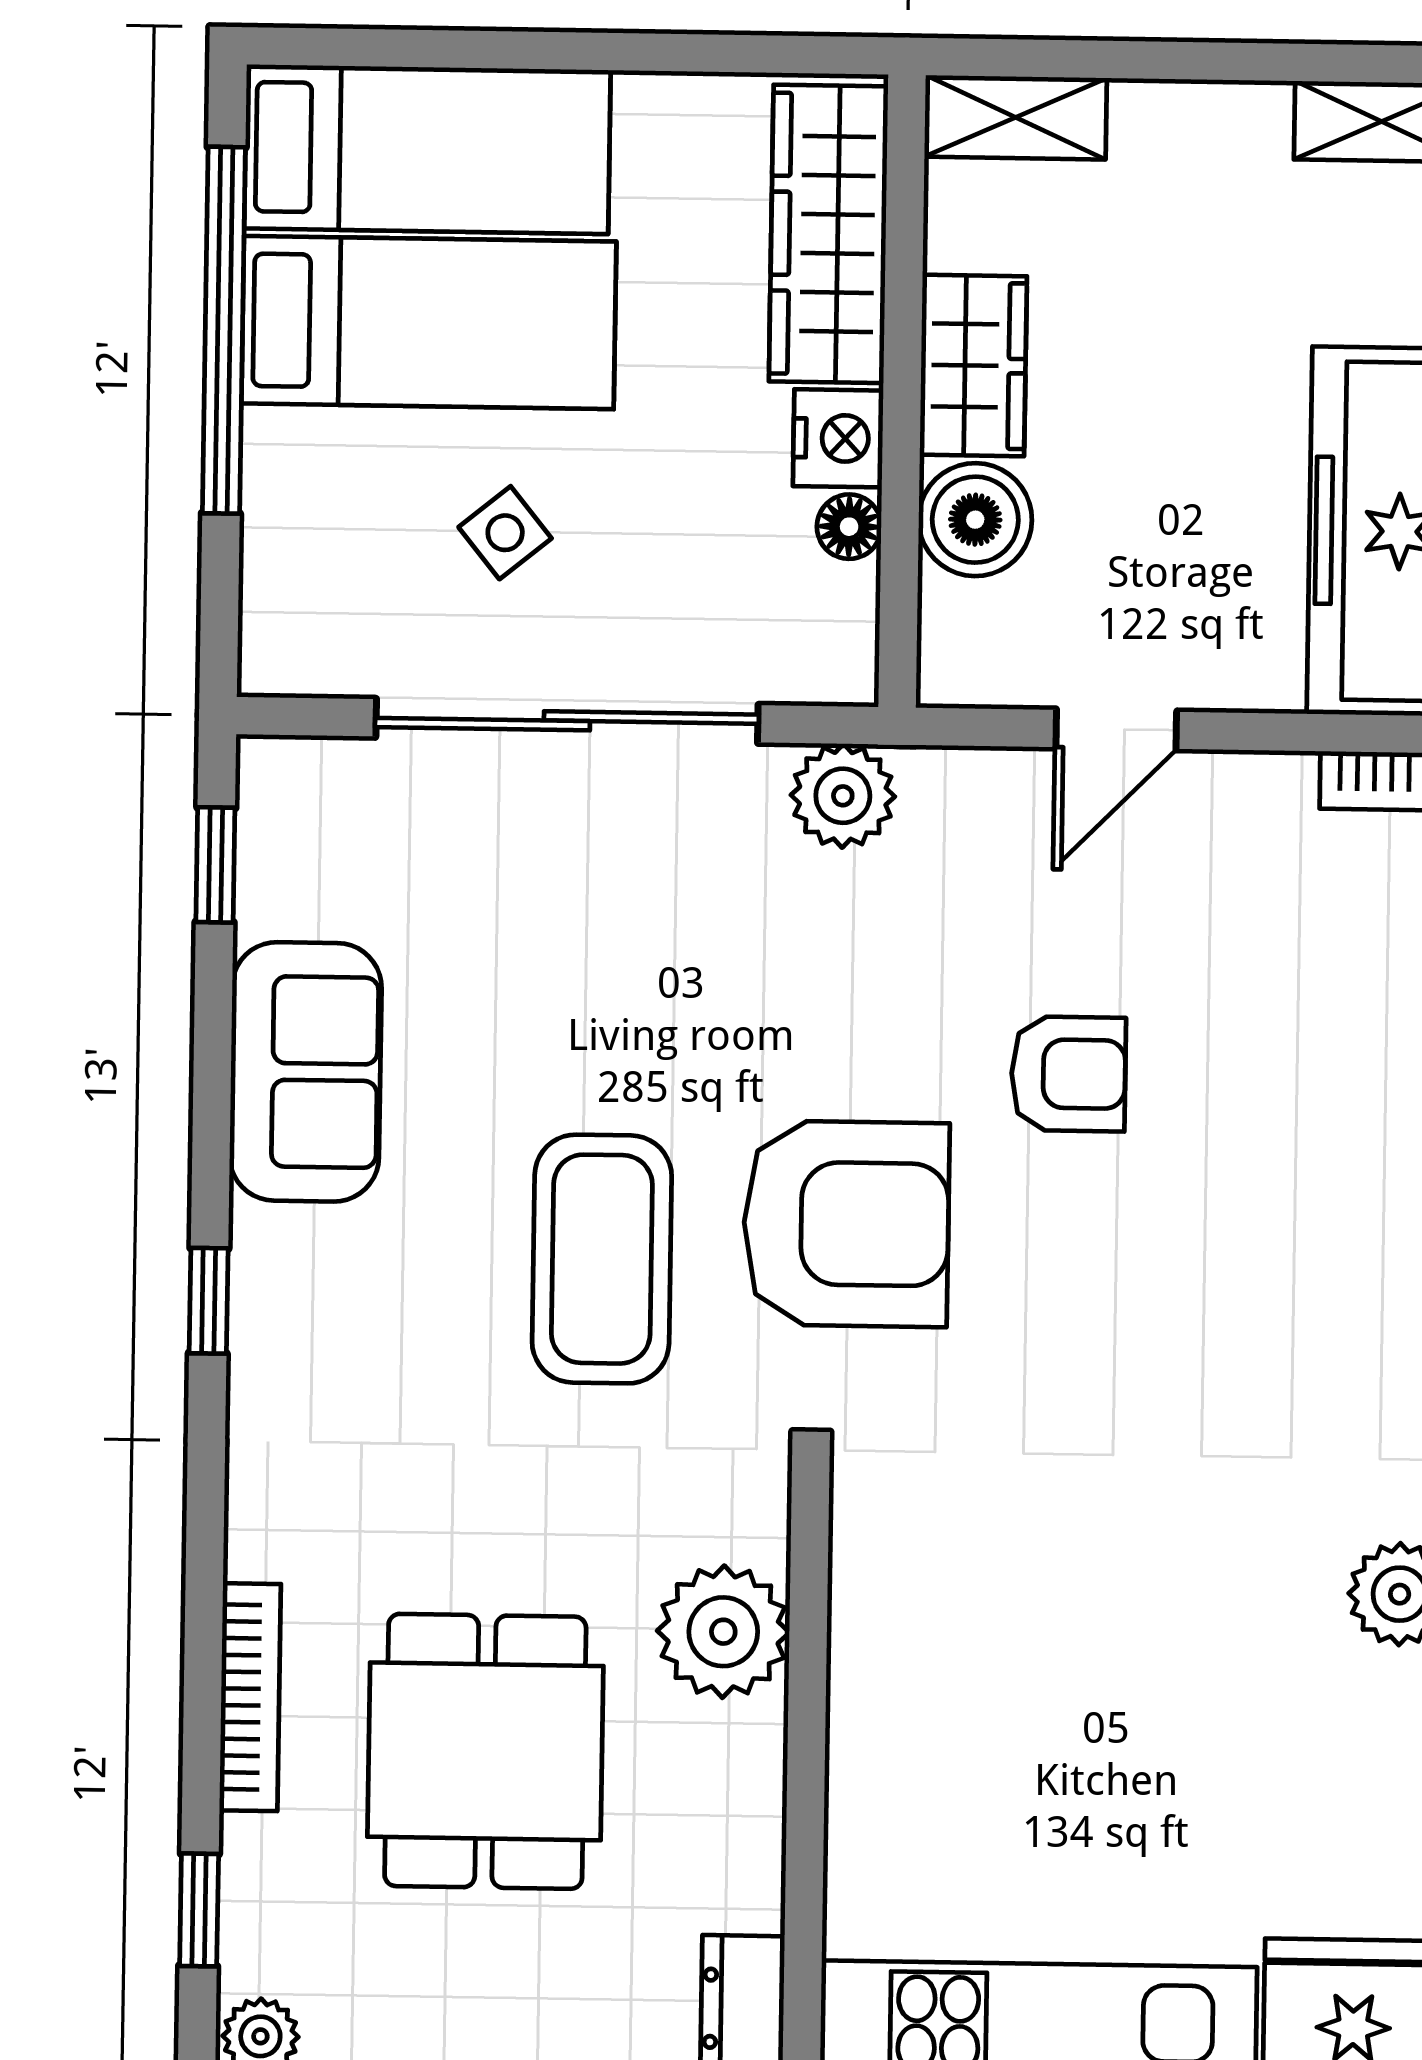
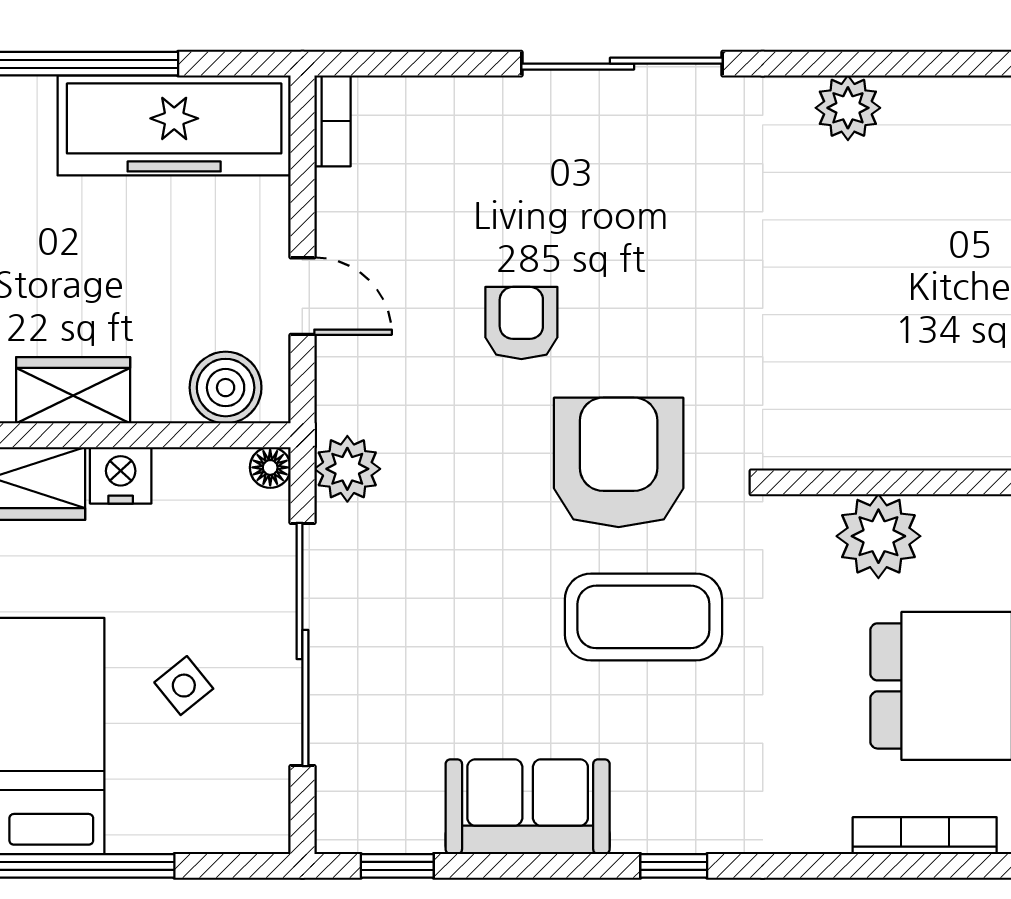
boiler: (975, 520) -> (226, 388), moved
floor lamp: (849, 527) -> (270, 467), moved

